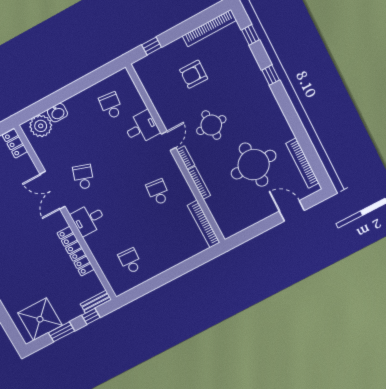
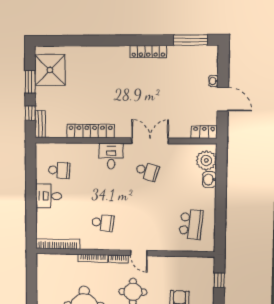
school desk: (111, 106) -> (191, 224), width x1.85
desk: (142, 128) -> (49, 196), moved, turned 90

